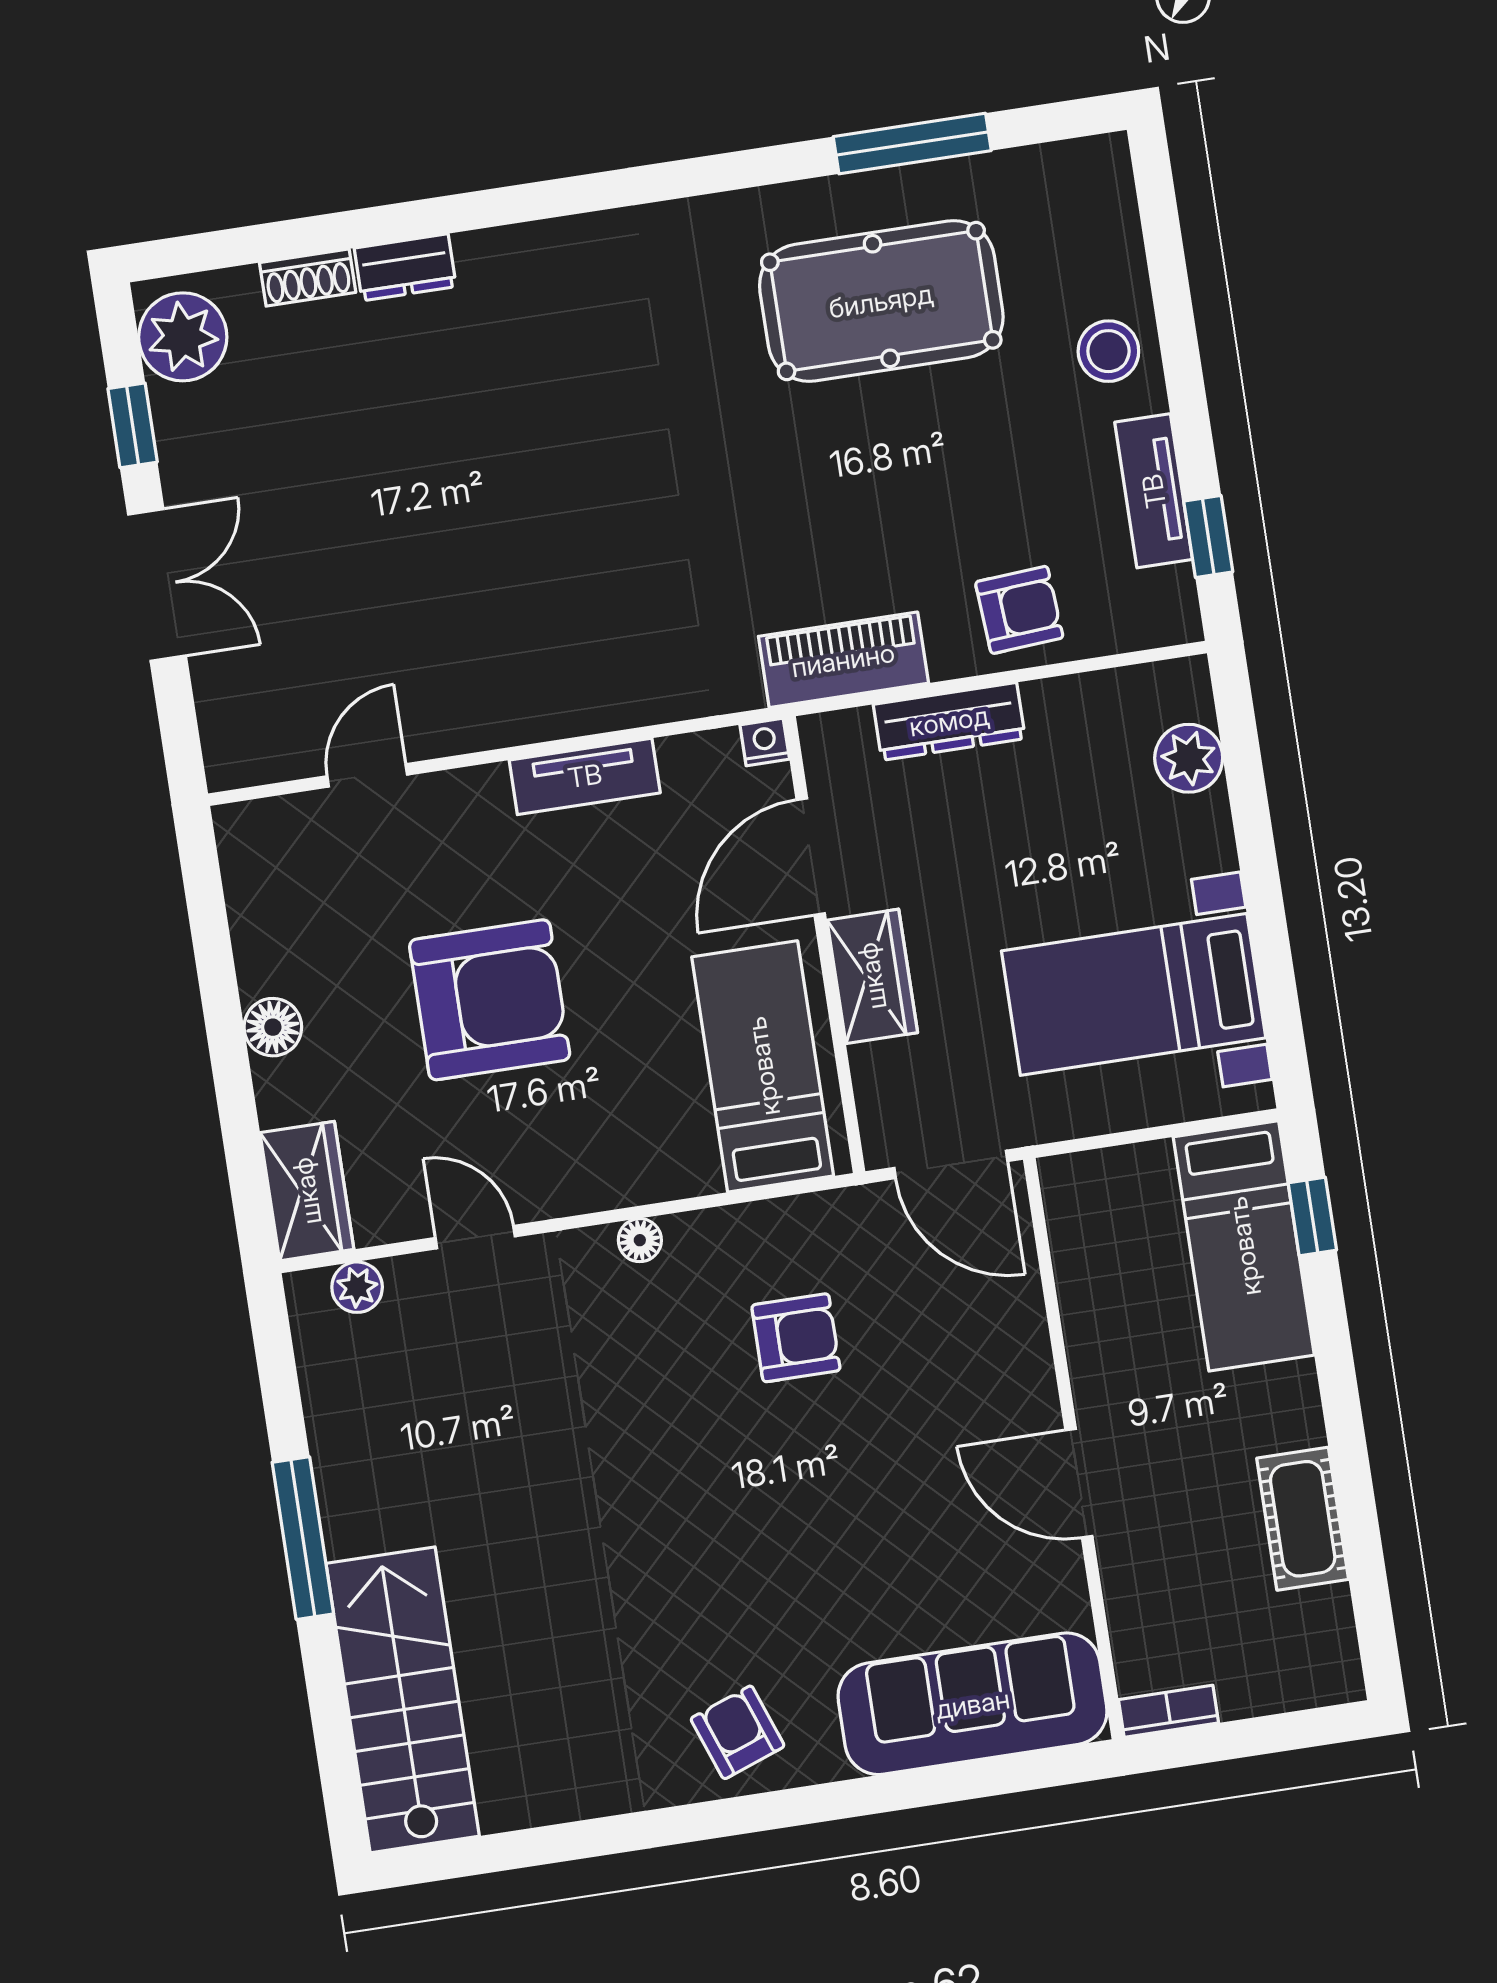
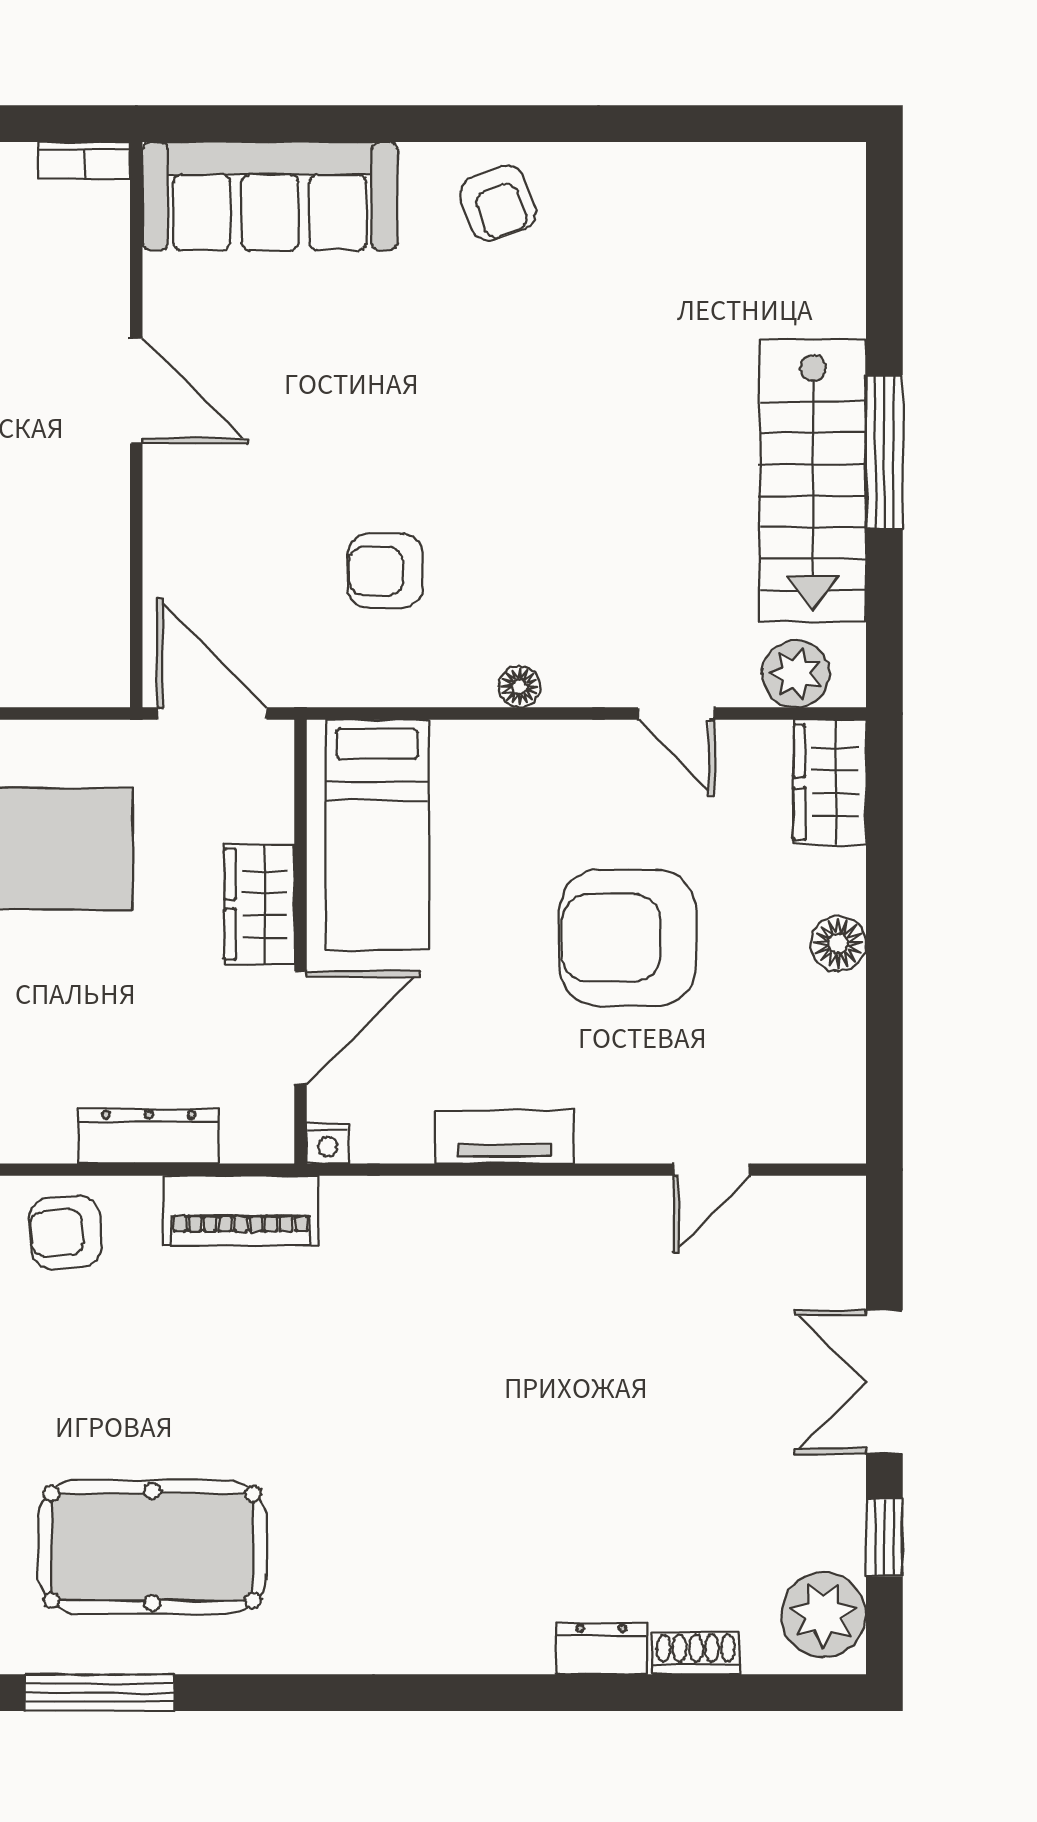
plant: (357, 1287) -> (796, 674), width x1.38, depth x1.38
stairs: (403, 1700) -> (813, 481), moved

